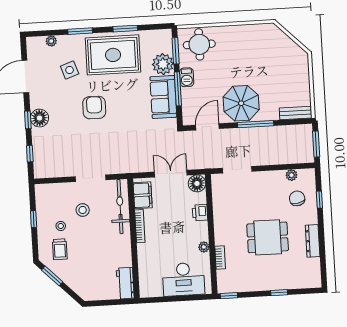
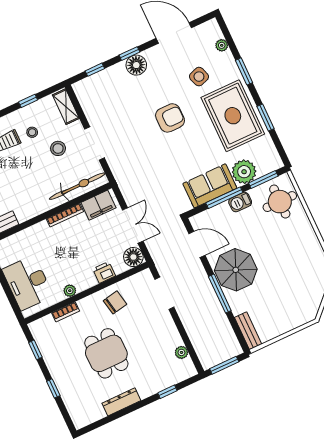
shelving: (51, 190) -> (66, 107), added
chair: (297, 198) -> (115, 302), moved
window: (229, 296) -> (35, 350), moved

